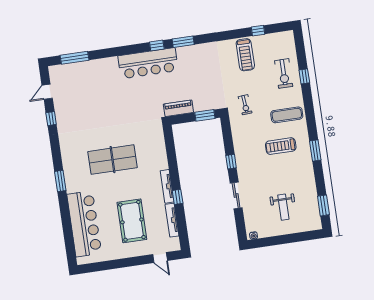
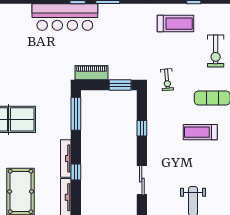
treadmill: (245, 55) -> (176, 24), turned -90
window: (170, 146) -> (76, 114), added
window: (231, 162) -> (142, 128), moved

